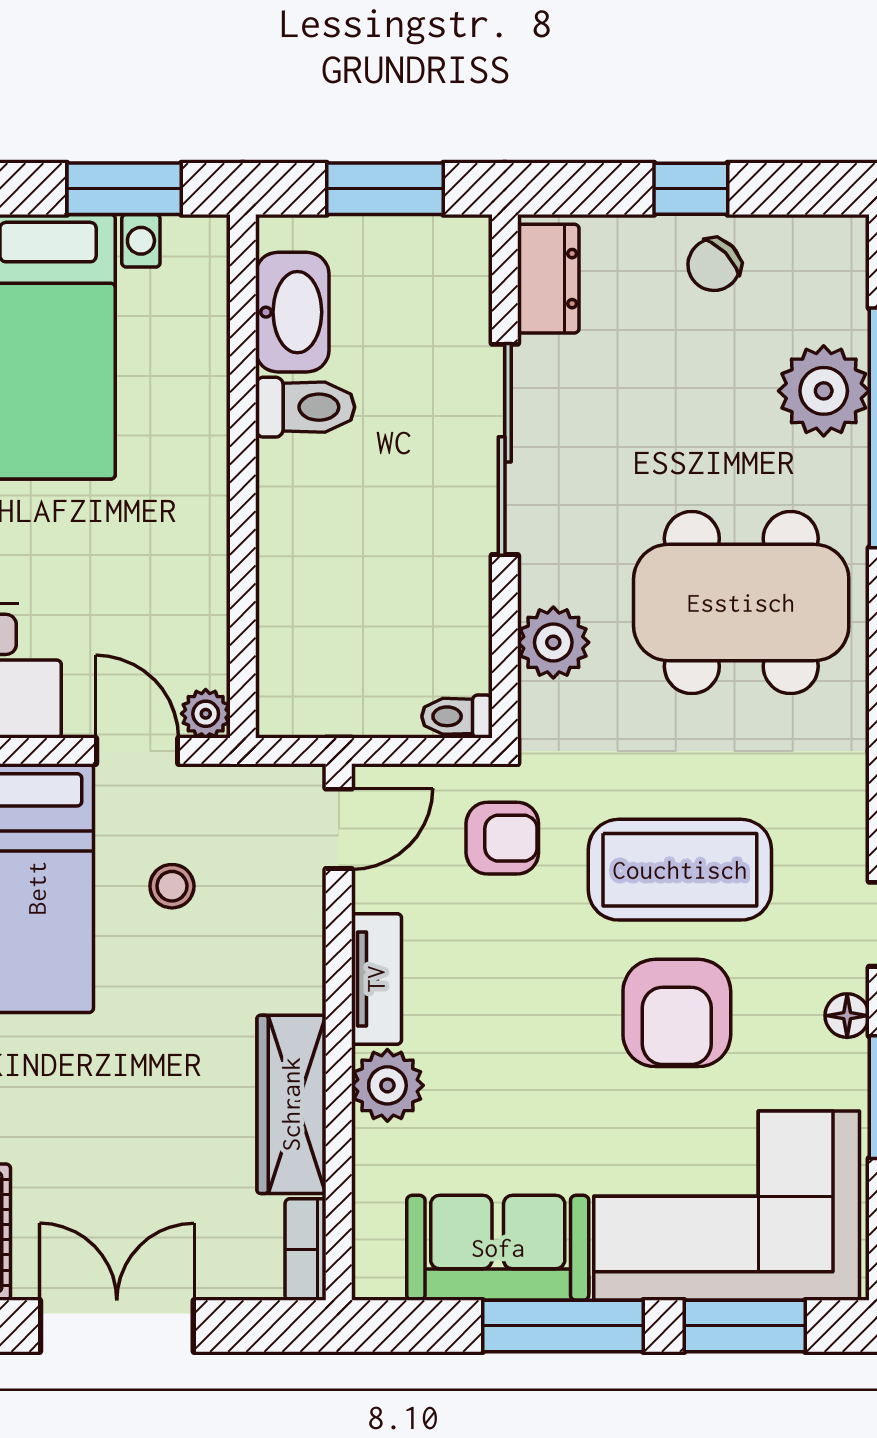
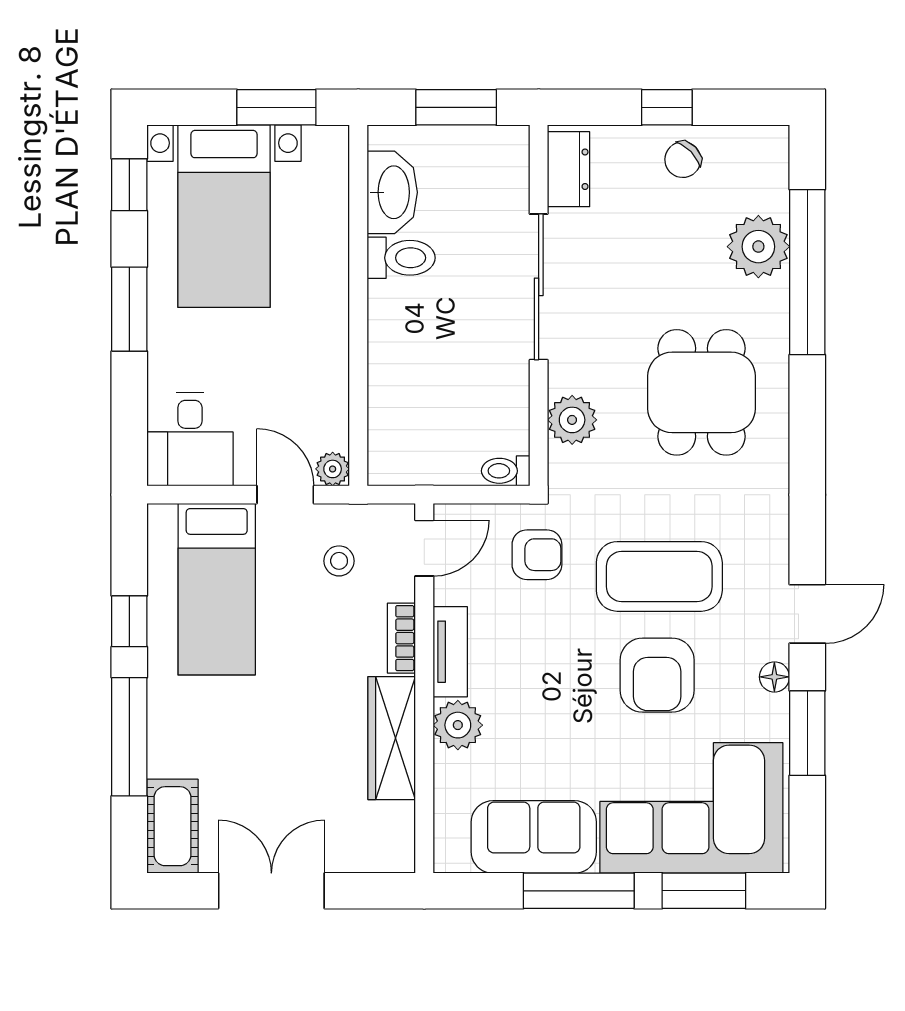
dining table: (741, 603) -> (702, 392), width x0.73
stool: (172, 886) -> (339, 561), moved
bookcase: (306, 1250) -> (401, 638), moved

